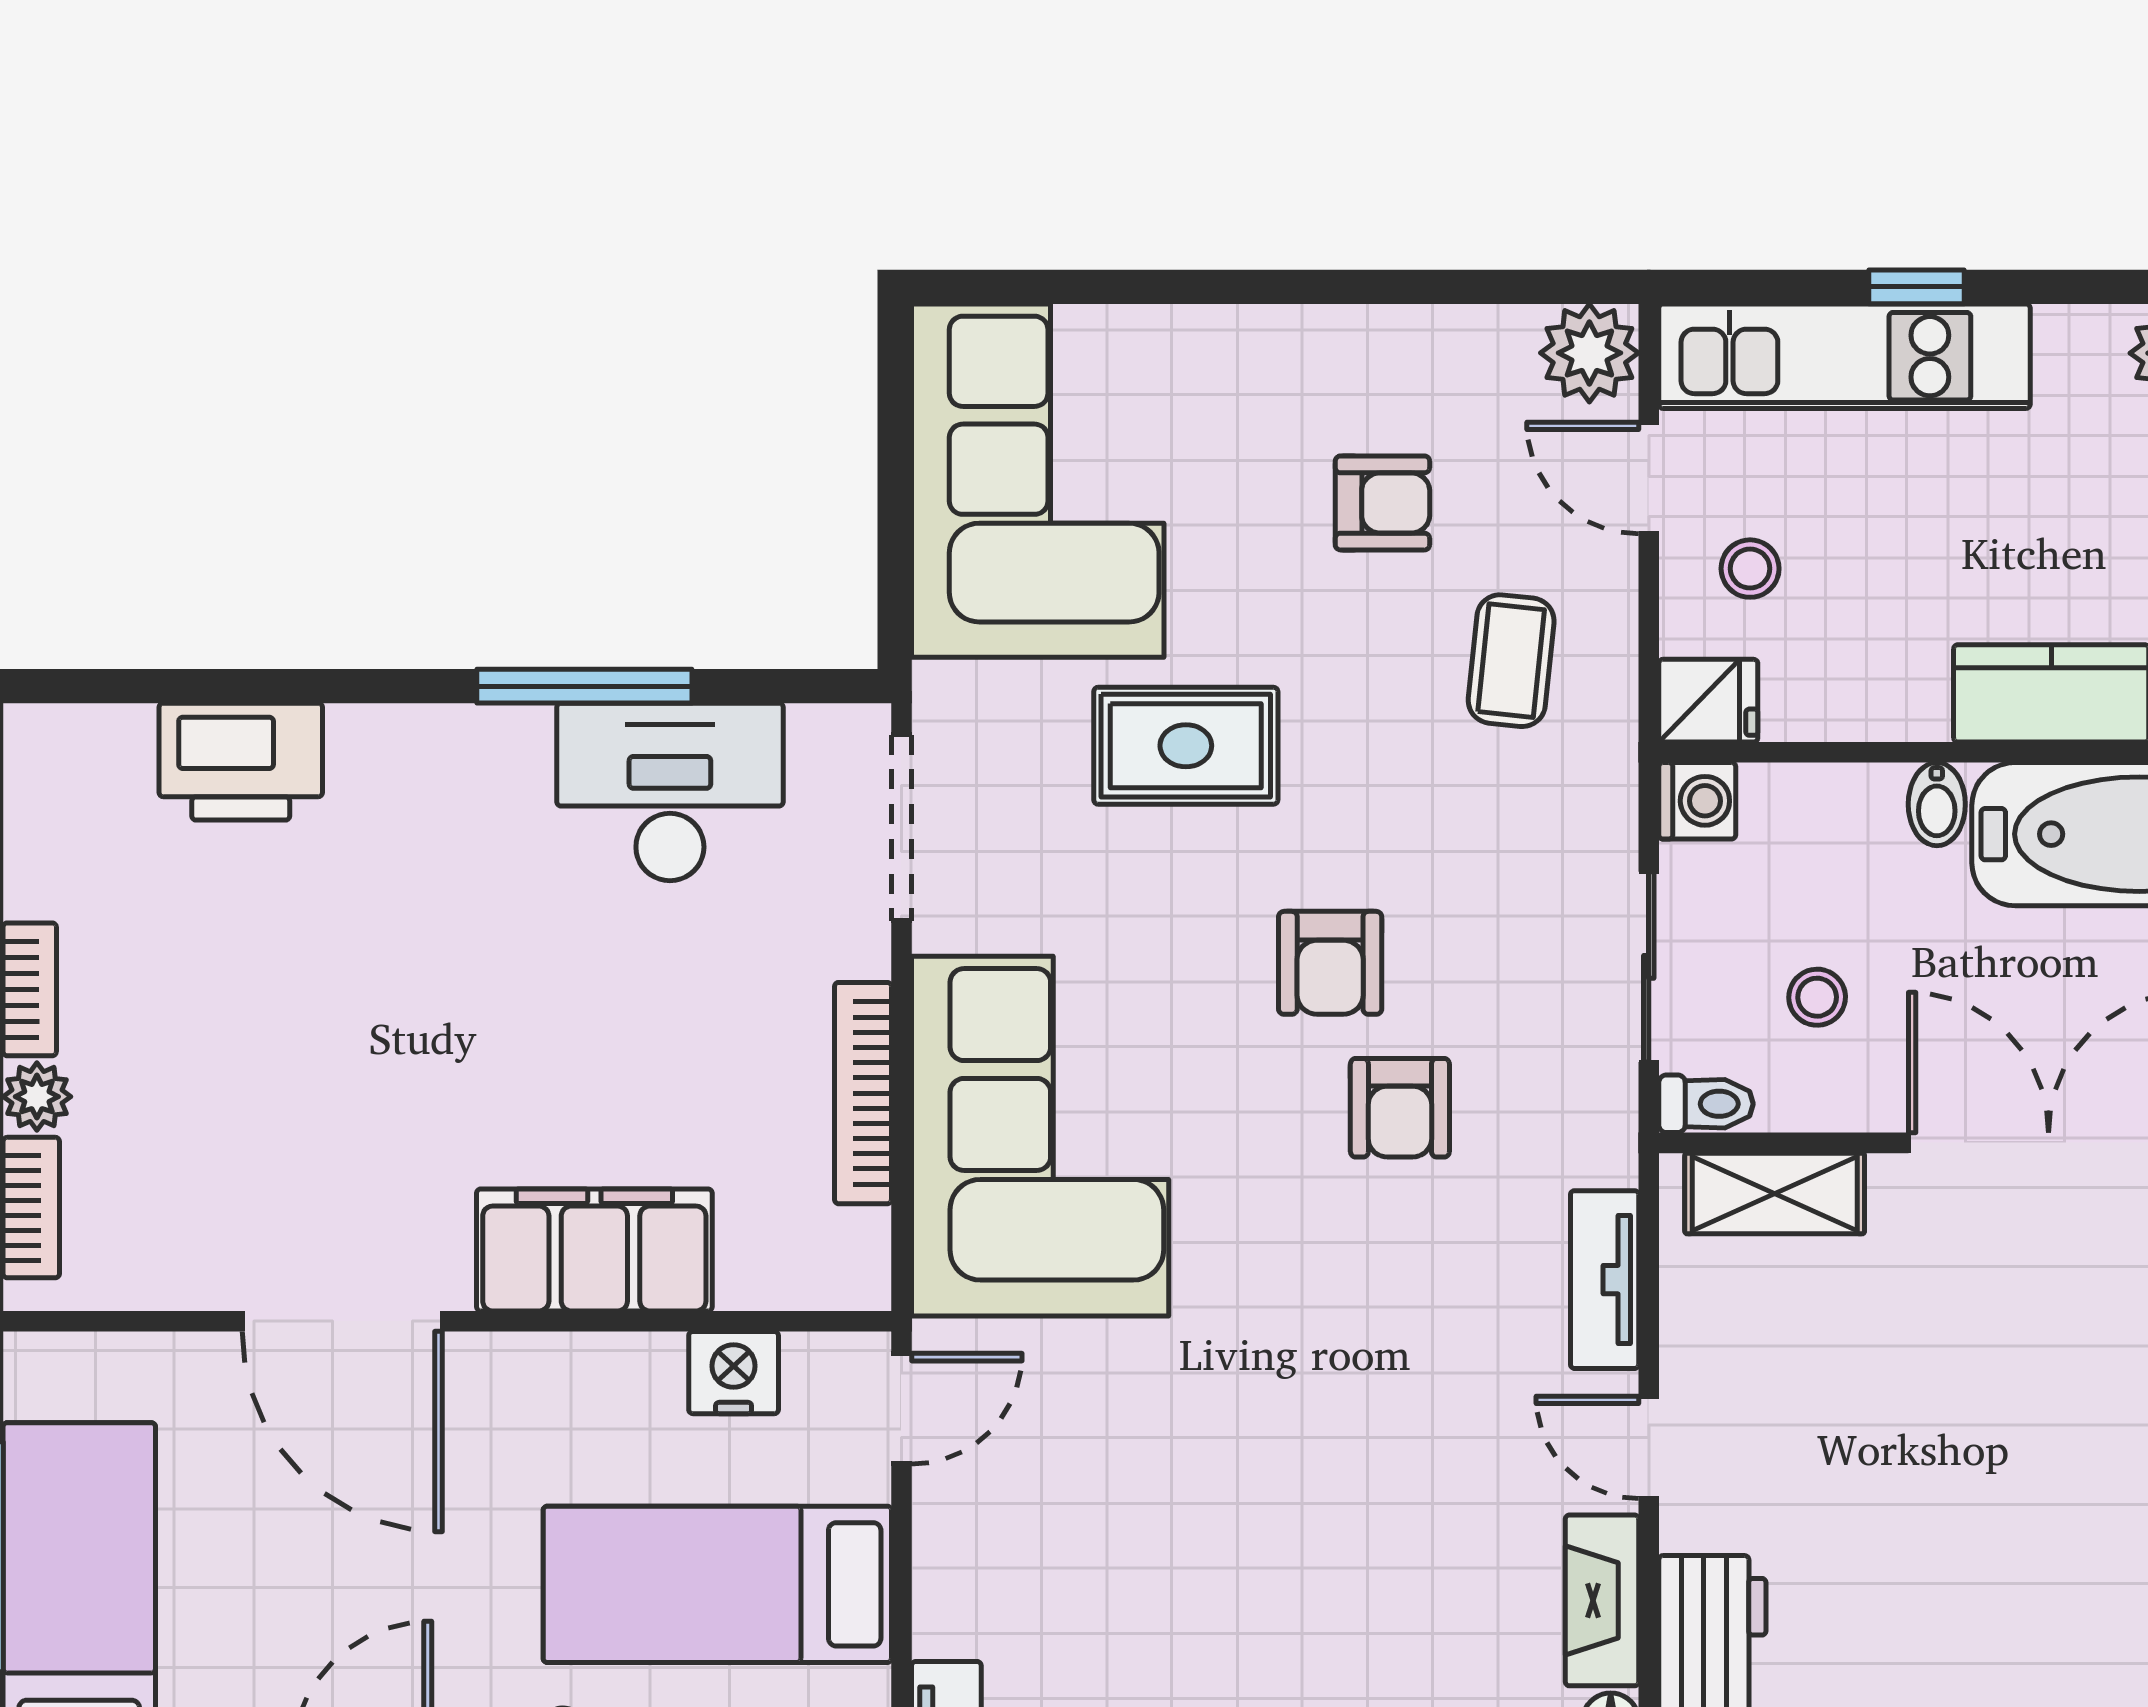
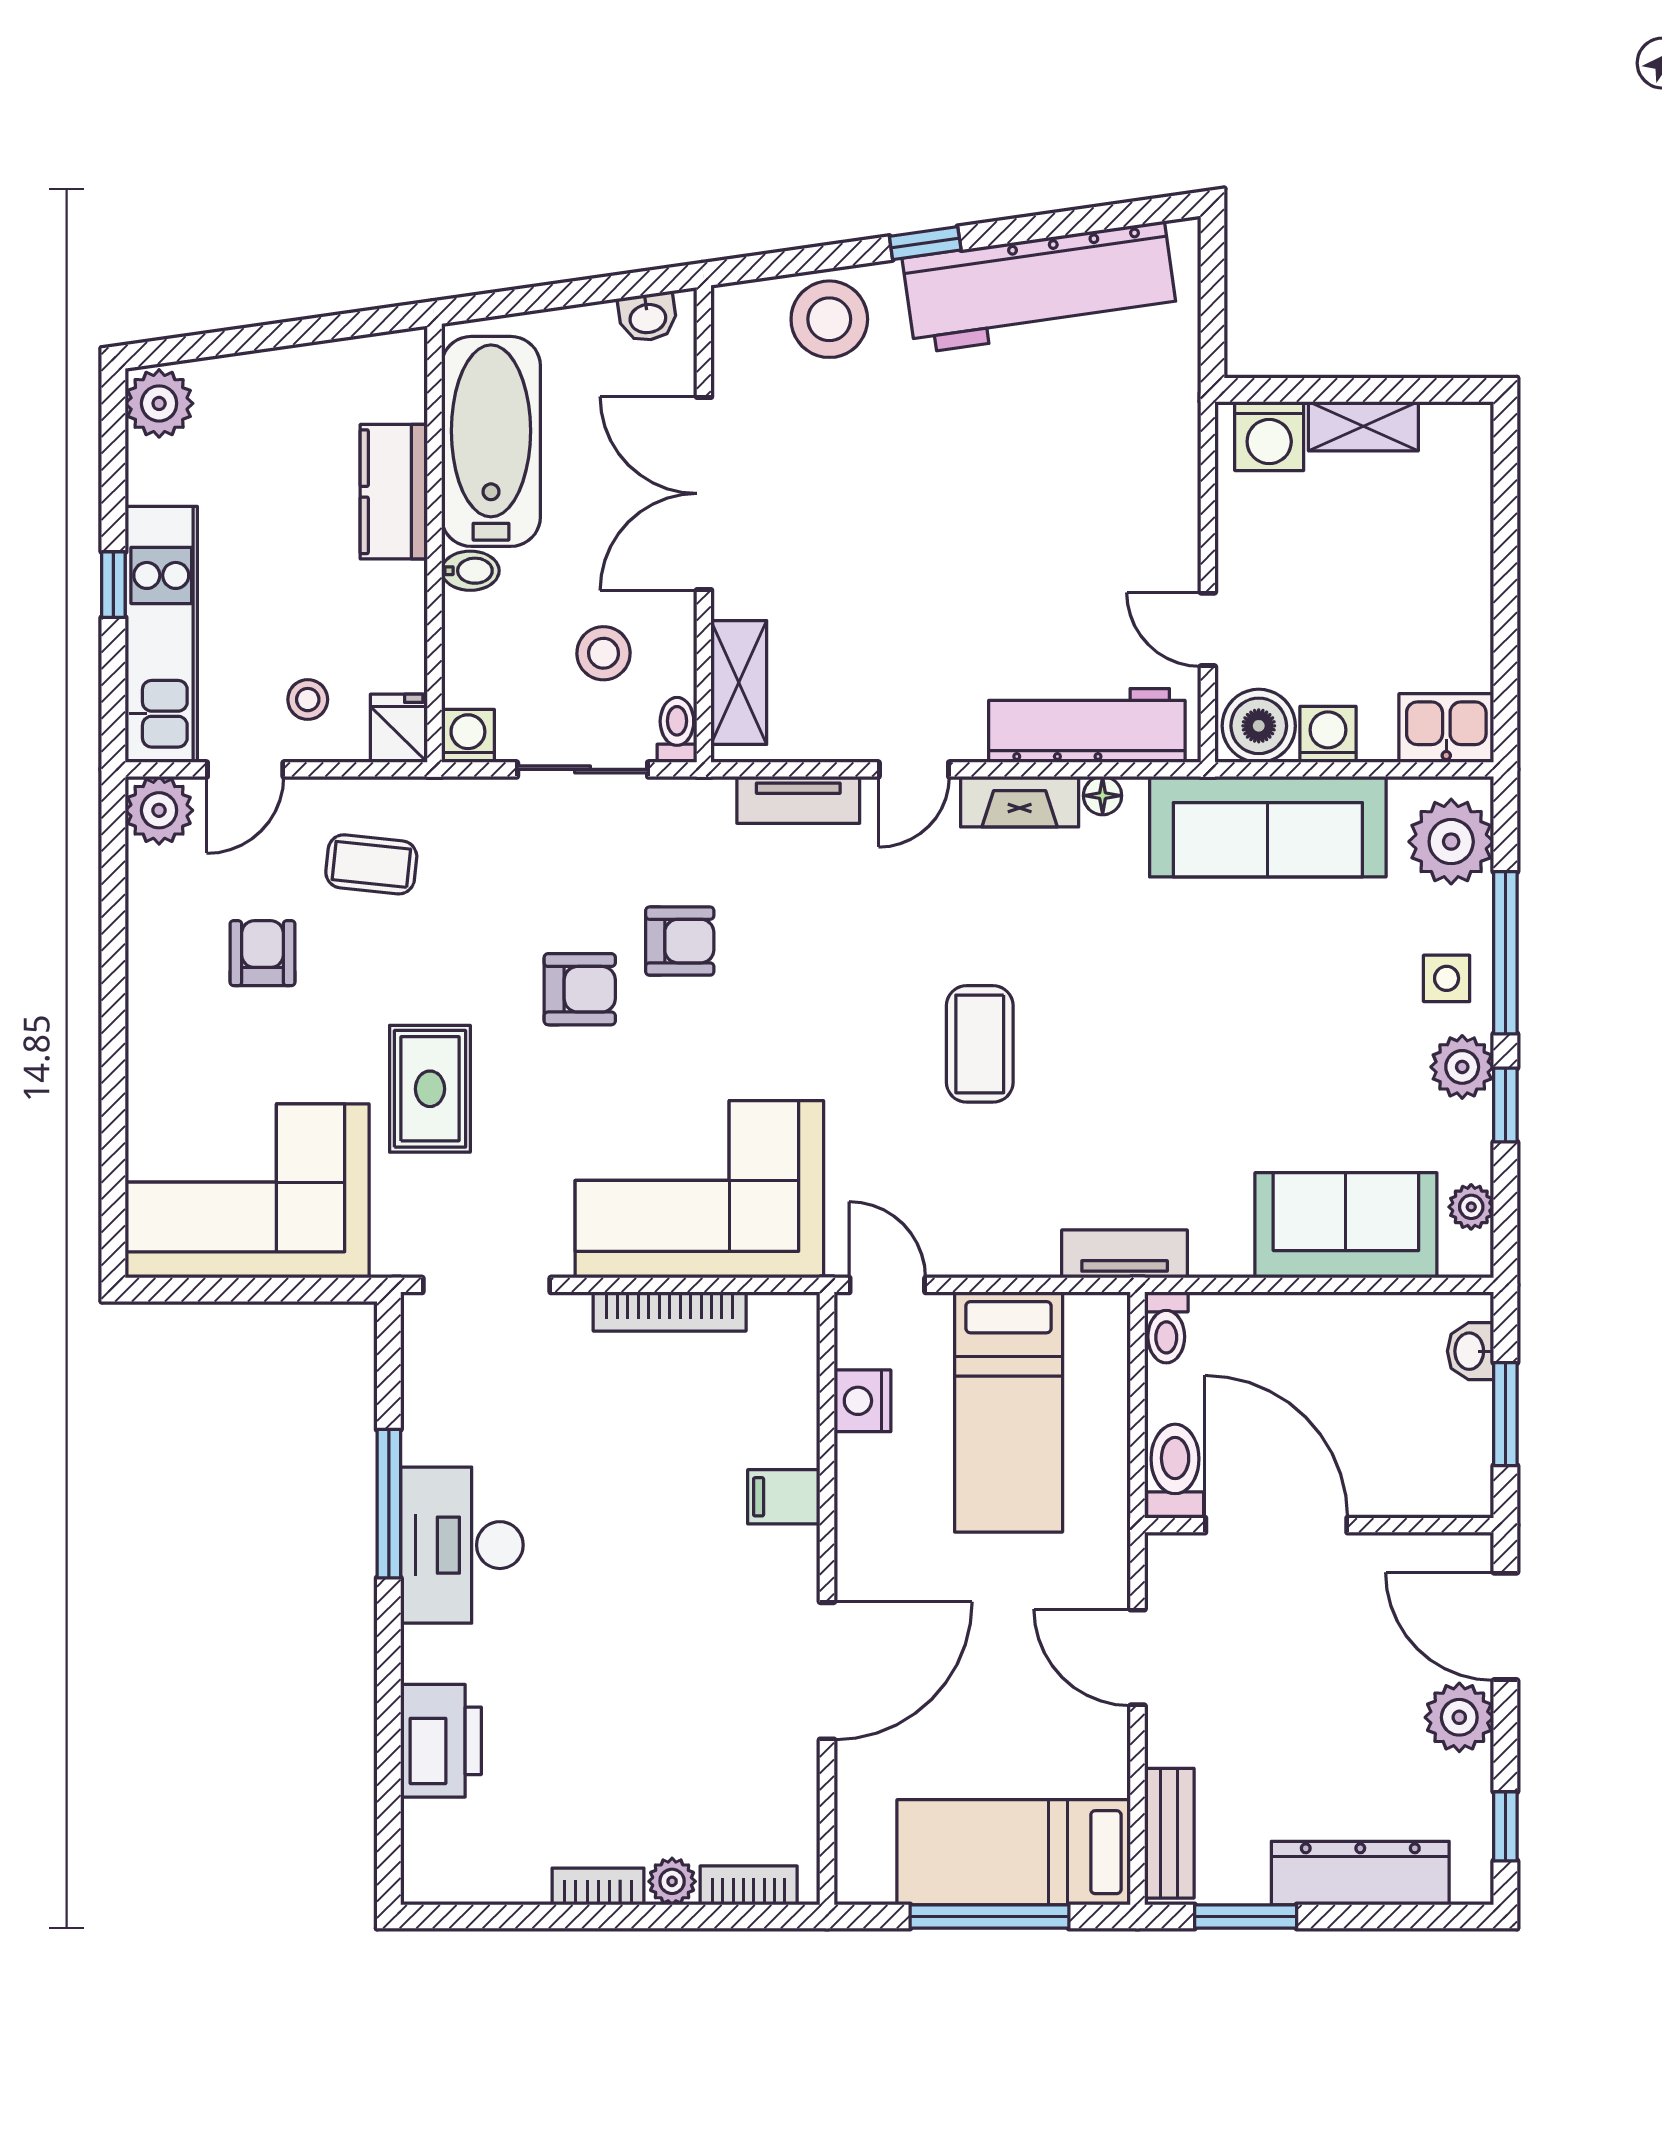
desk: (670, 792) -> (462, 1545), moved
stool: (1817, 997) -> (603, 653), width x1.37, depth x1.37
filing cabinet: (594, 1250) -> (784, 1497), width x0.33, depth x0.86
coffee table: (1251, 1543) -> (980, 1044), added

